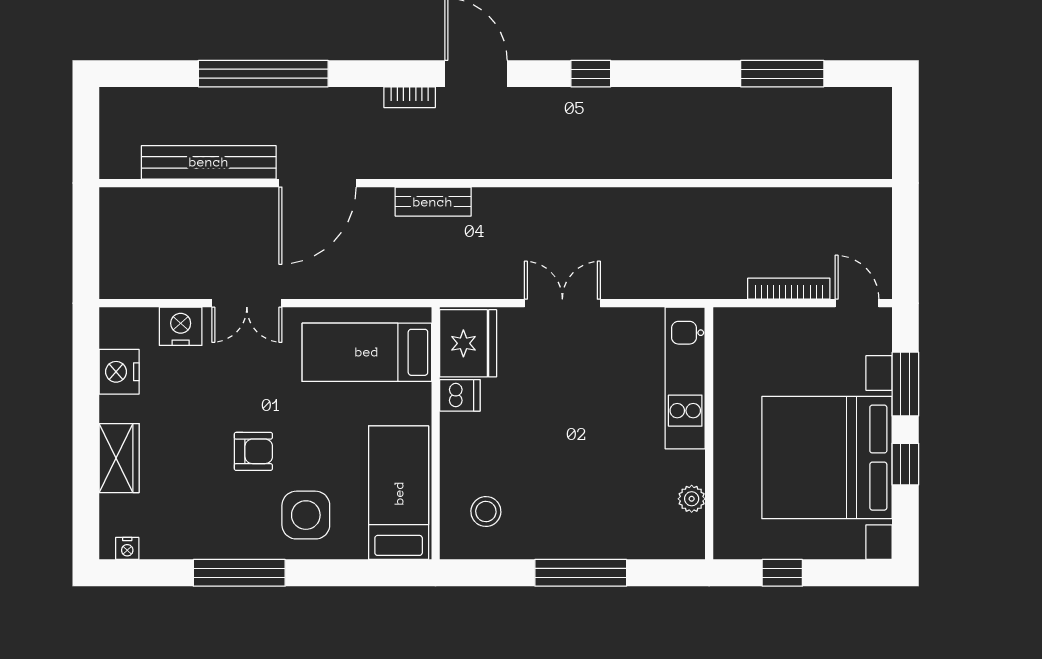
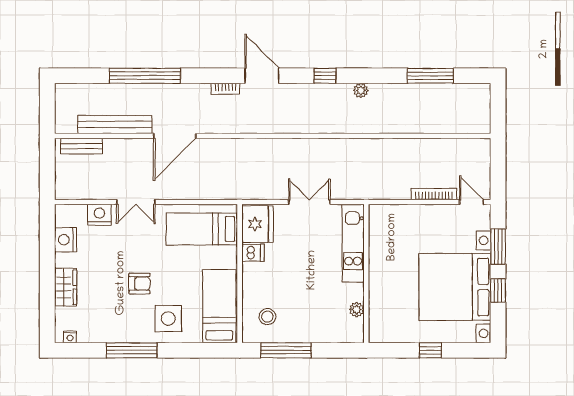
plant: (656, 100) -> (361, 90), added
bench: (433, 202) -> (81, 146), moved
kitchen unit: (685, 378) -> (353, 243), moved
wall: (709, 433) -> (366, 274), moved
plant: (692, 499) -> (357, 310), moved
window: (581, 573) -> (286, 350), moved

